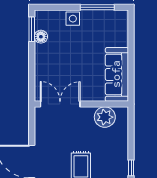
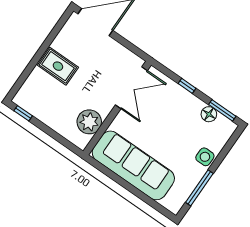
window: (32, 66) -> (187, 86), added
sofa: (117, 74) -> (133, 165), width x1.36, depth x1.27

